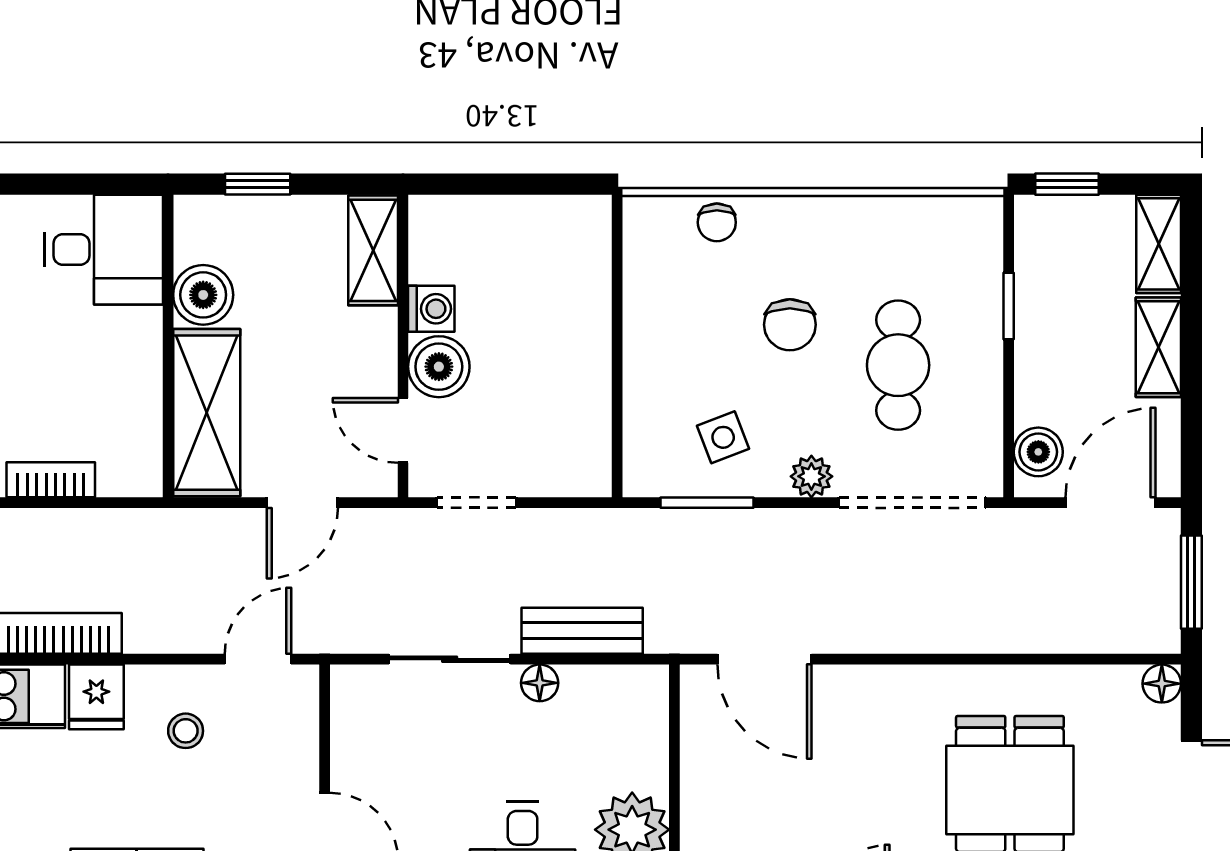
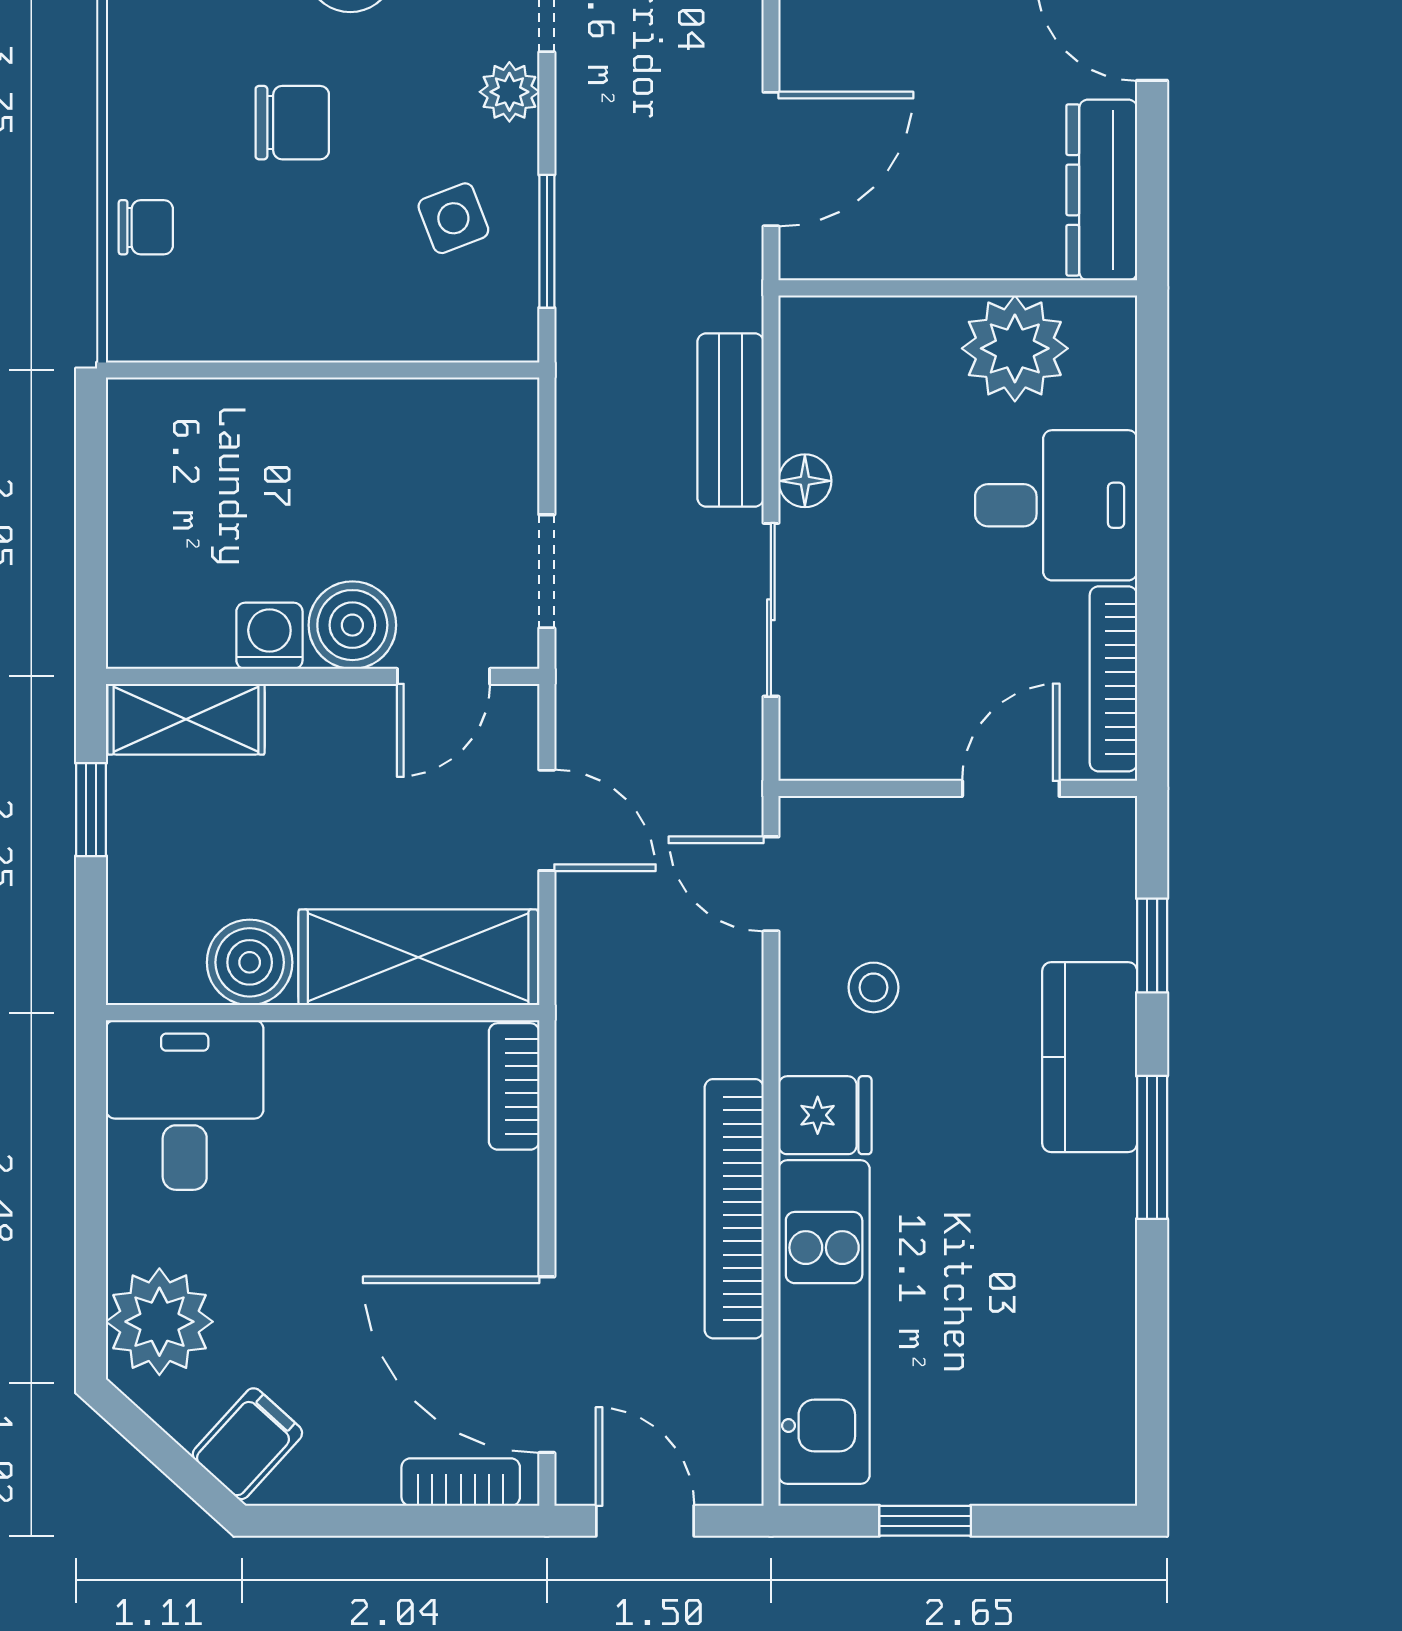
window: (258, 184) -> (91, 810), moved
bookcase: (51, 480) -> (514, 1086), moved

